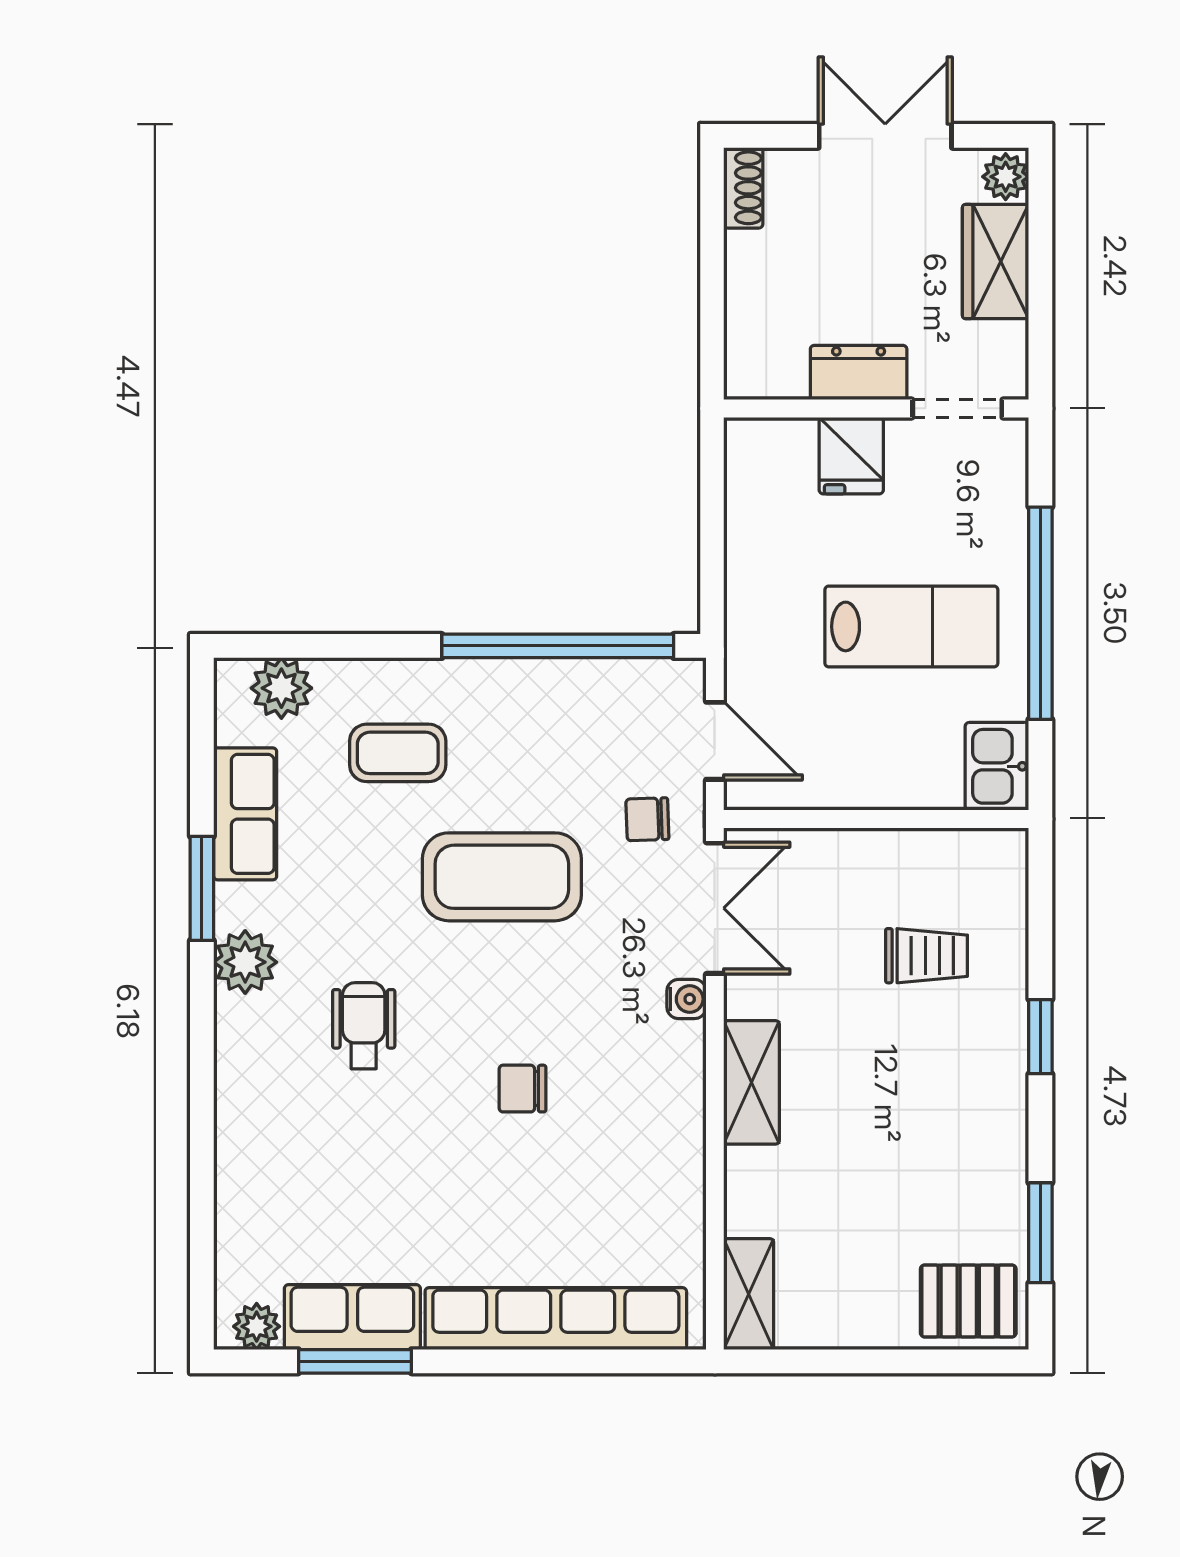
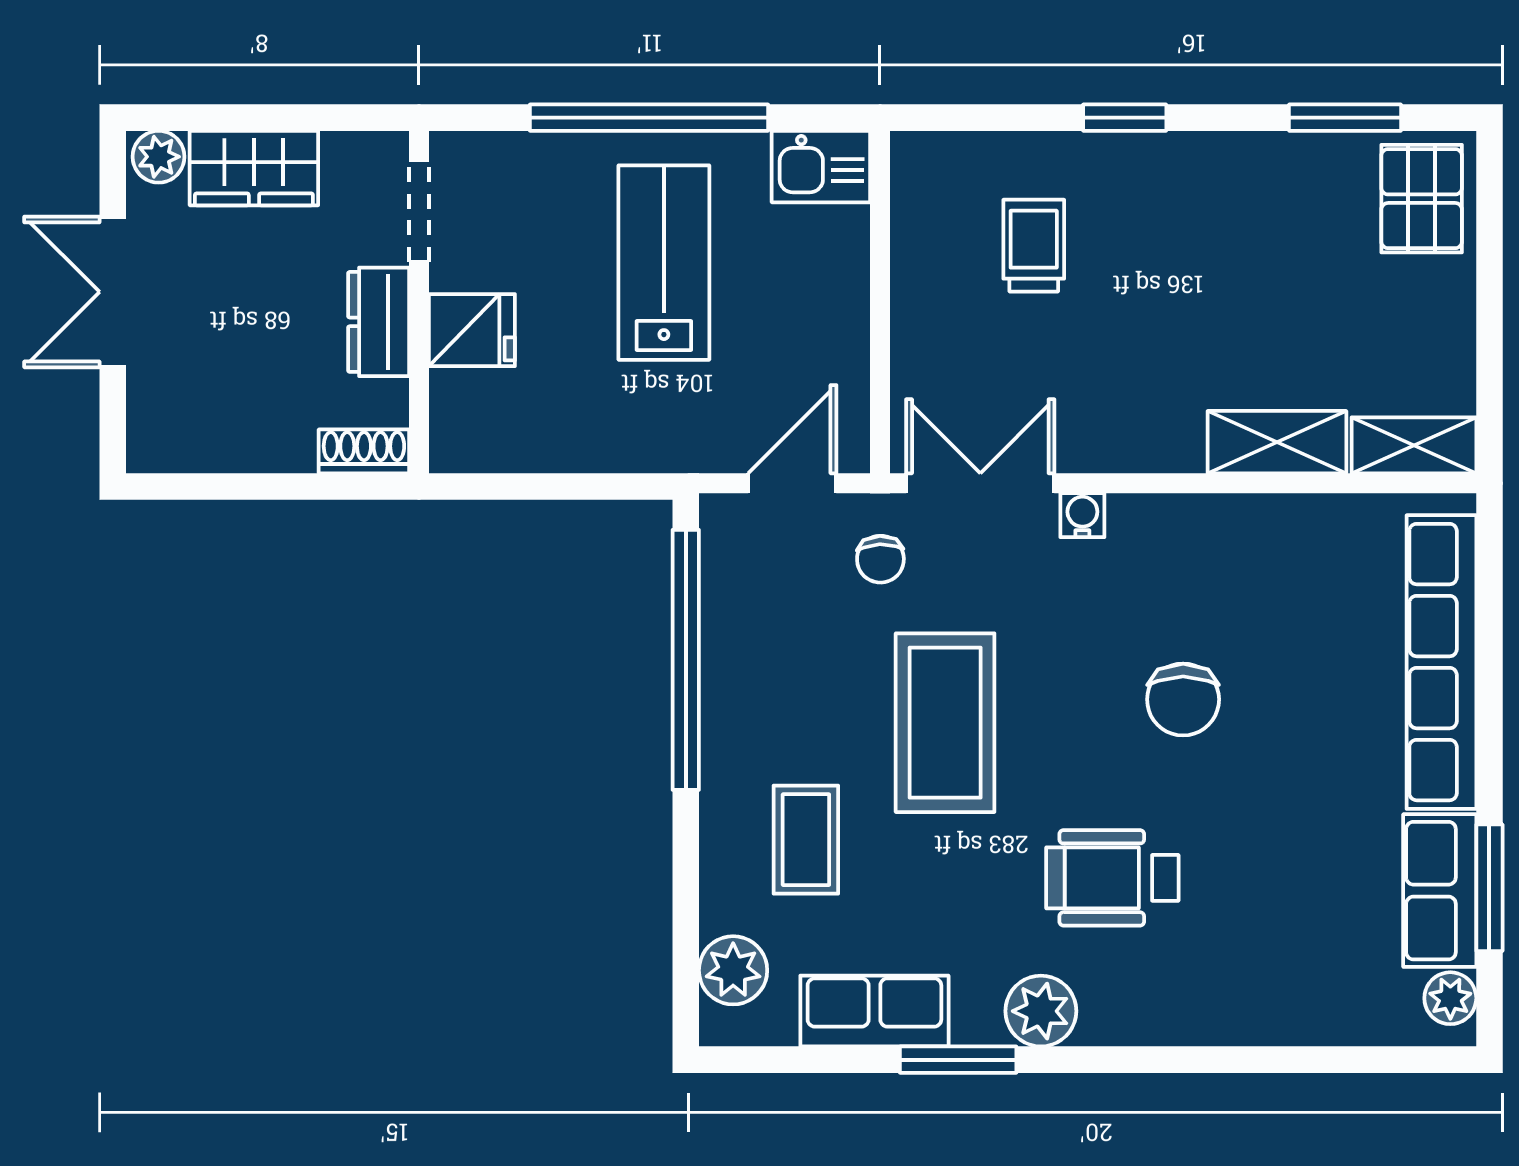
shoe rack: (743, 188) -> (364, 451), moved
wheelchair: (364, 1026) -> (1112, 878), width x1.36, depth x1.37
shelving: (752, 1082) -> (1277, 442), moved
chair: (522, 1089) -> (1183, 699), width x1.37, depth x1.37

